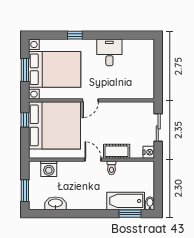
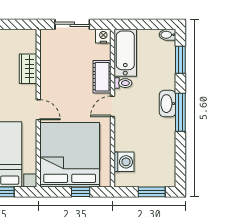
wardrobe: (123, 92) -> (28, 69), added
window: (25, 120) -> (81, 192), moved
bathtub: (126, 201) -> (125, 53), moved, turned 180
washbasin: (55, 203) -> (168, 104), moved
window: (88, 214) -> (180, 112), added

